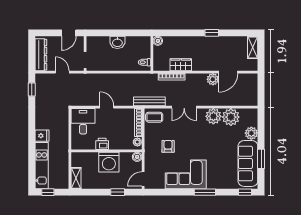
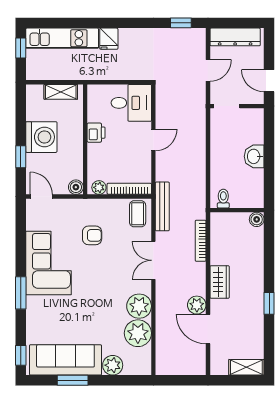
wardrobe: (181, 65) -> (220, 282), moved
washing machine: (109, 162) -> (41, 137), moved, turned 180
shelving: (76, 178) -> (61, 92), moved

